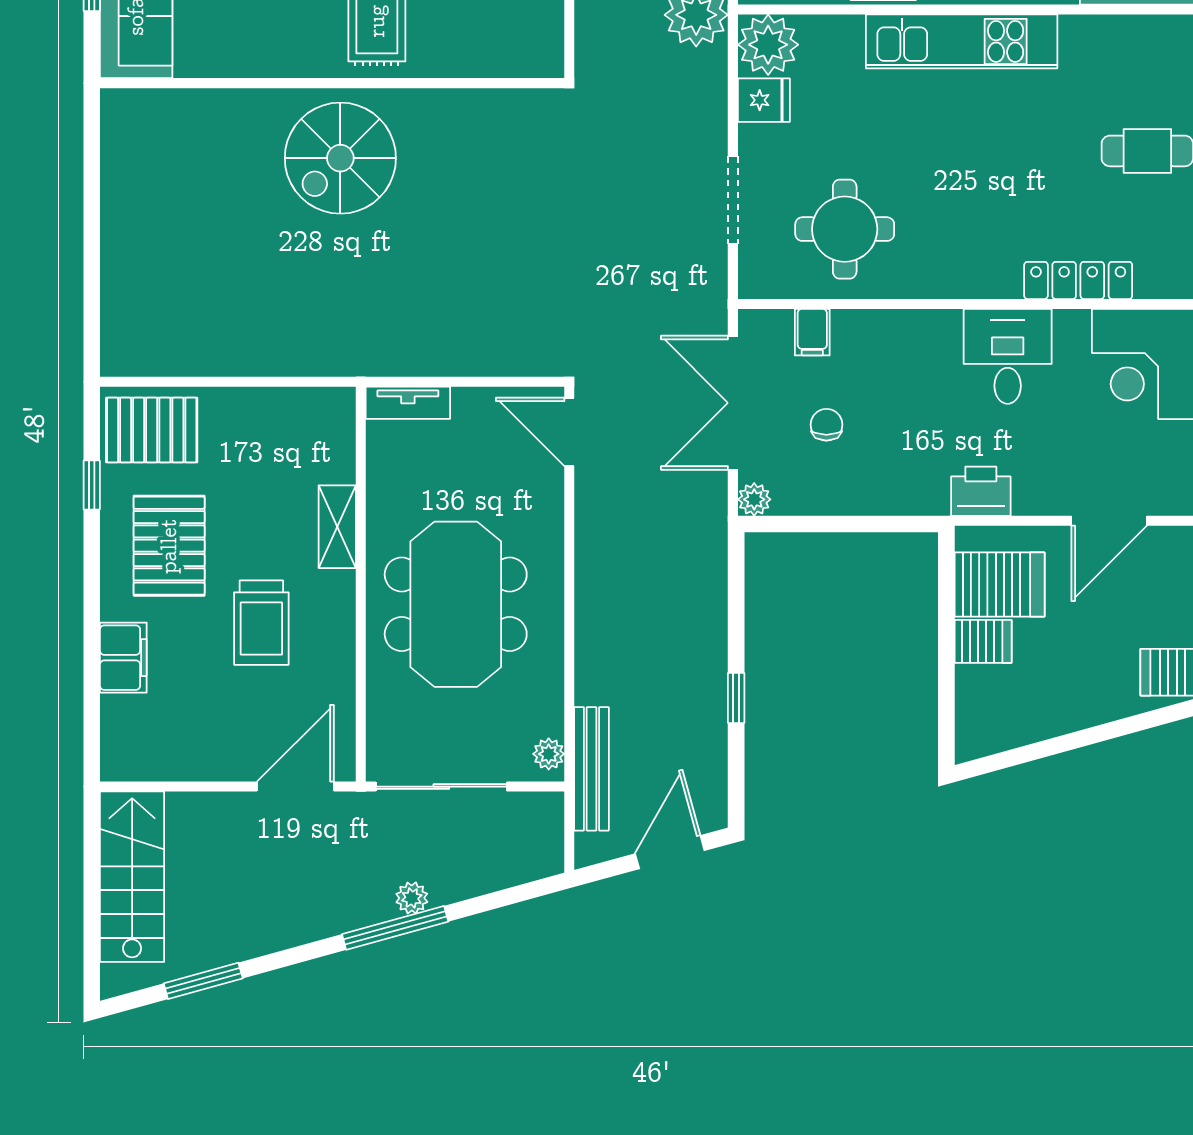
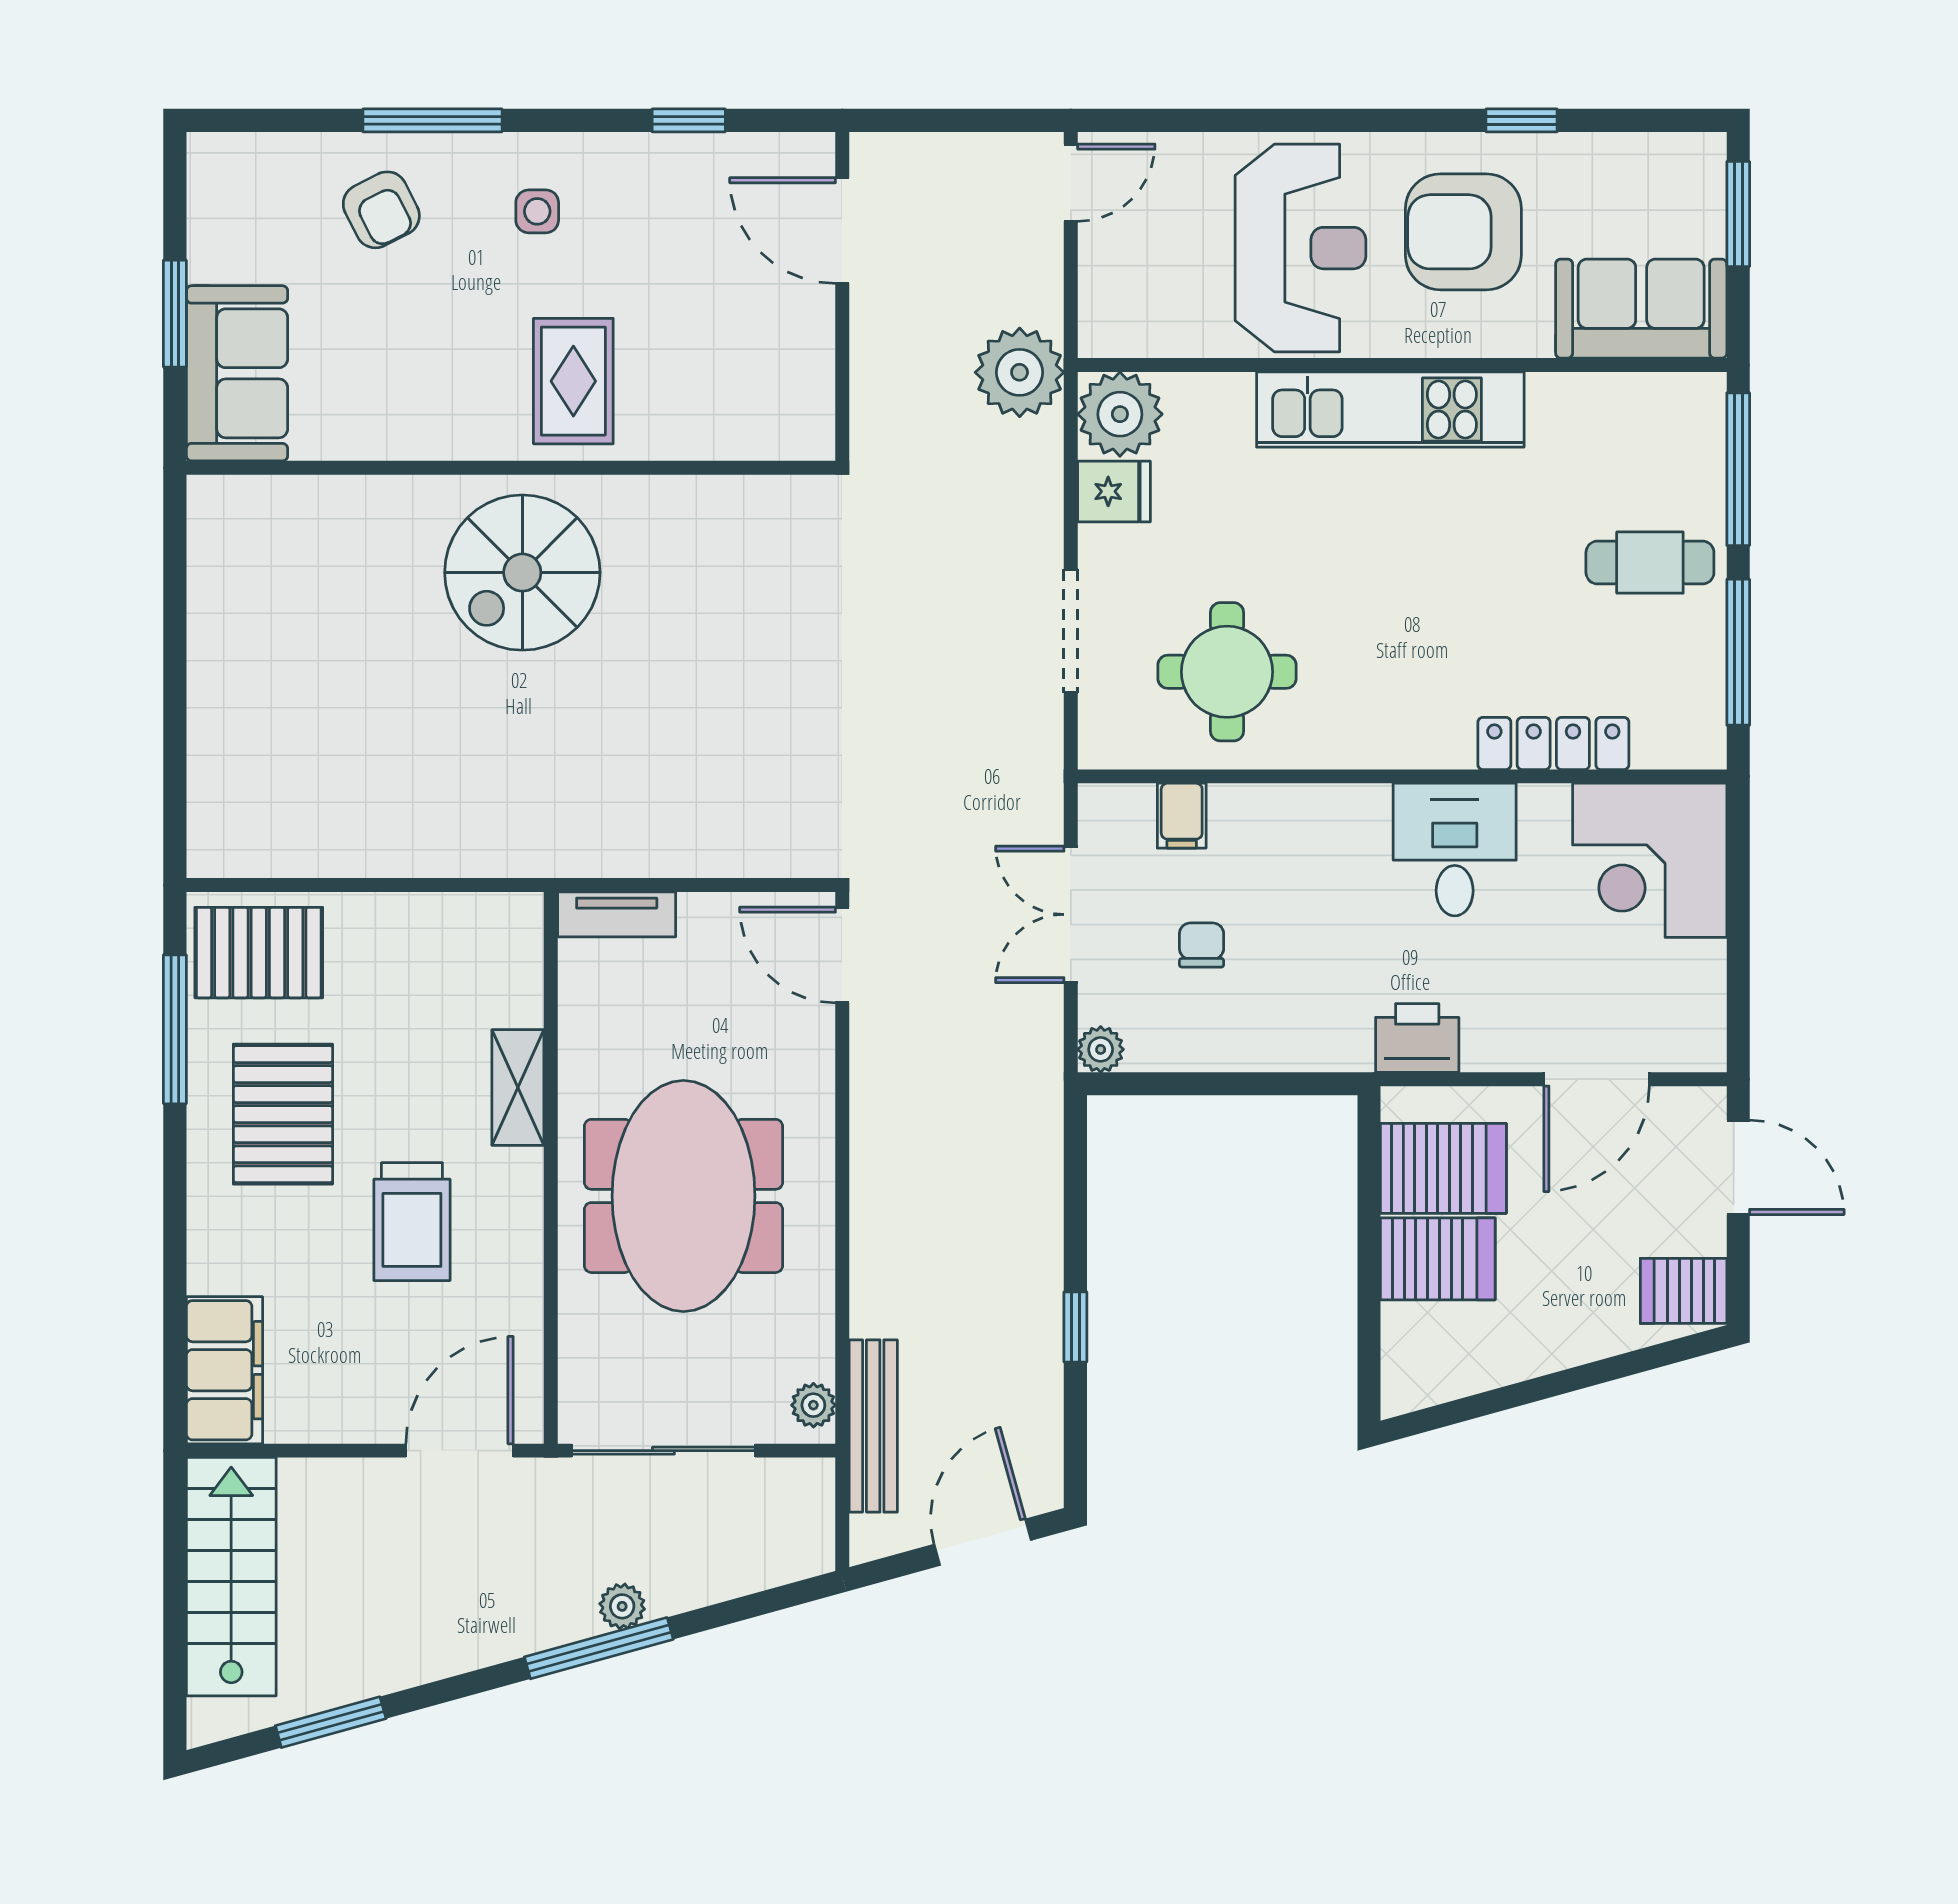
double door: (733, 403) -> (1071, 914), width x0.73
window: (92, 485) -> (175, 1029), width x2.17
server rack: (983, 641) -> (1438, 1259), width x1.36, depth x1.44
filing cabinet: (123, 658) -> (224, 1370), moved, width x1.50, depth x1.17

